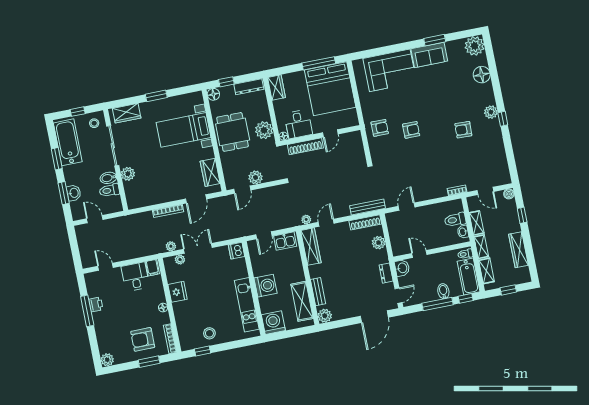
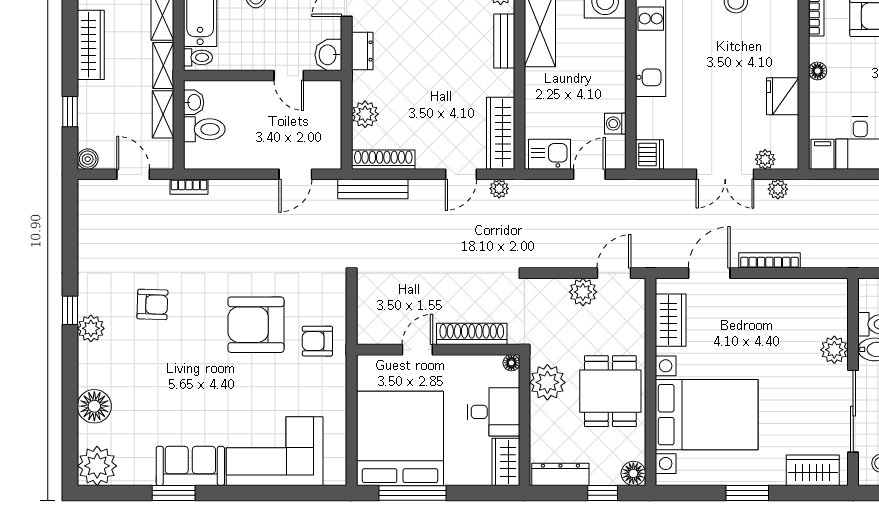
desk: (298, 124) -> (493, 412), moved, turned 90
bed with nightstands: (184, 130) -> (707, 415), width x1.36
armchair: (411, 130) -> (256, 325), width x1.88, depth x1.88
washing machine: (266, 286) -> (615, 124), moved, width x0.53, depth x0.53

